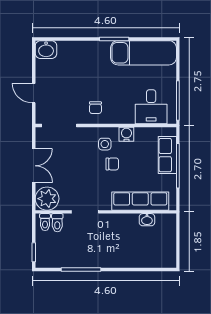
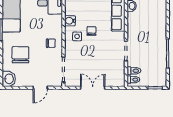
chair: (79, 66) -> (20, 55), added
plant: (47, 199) -> (116, 78), removed

